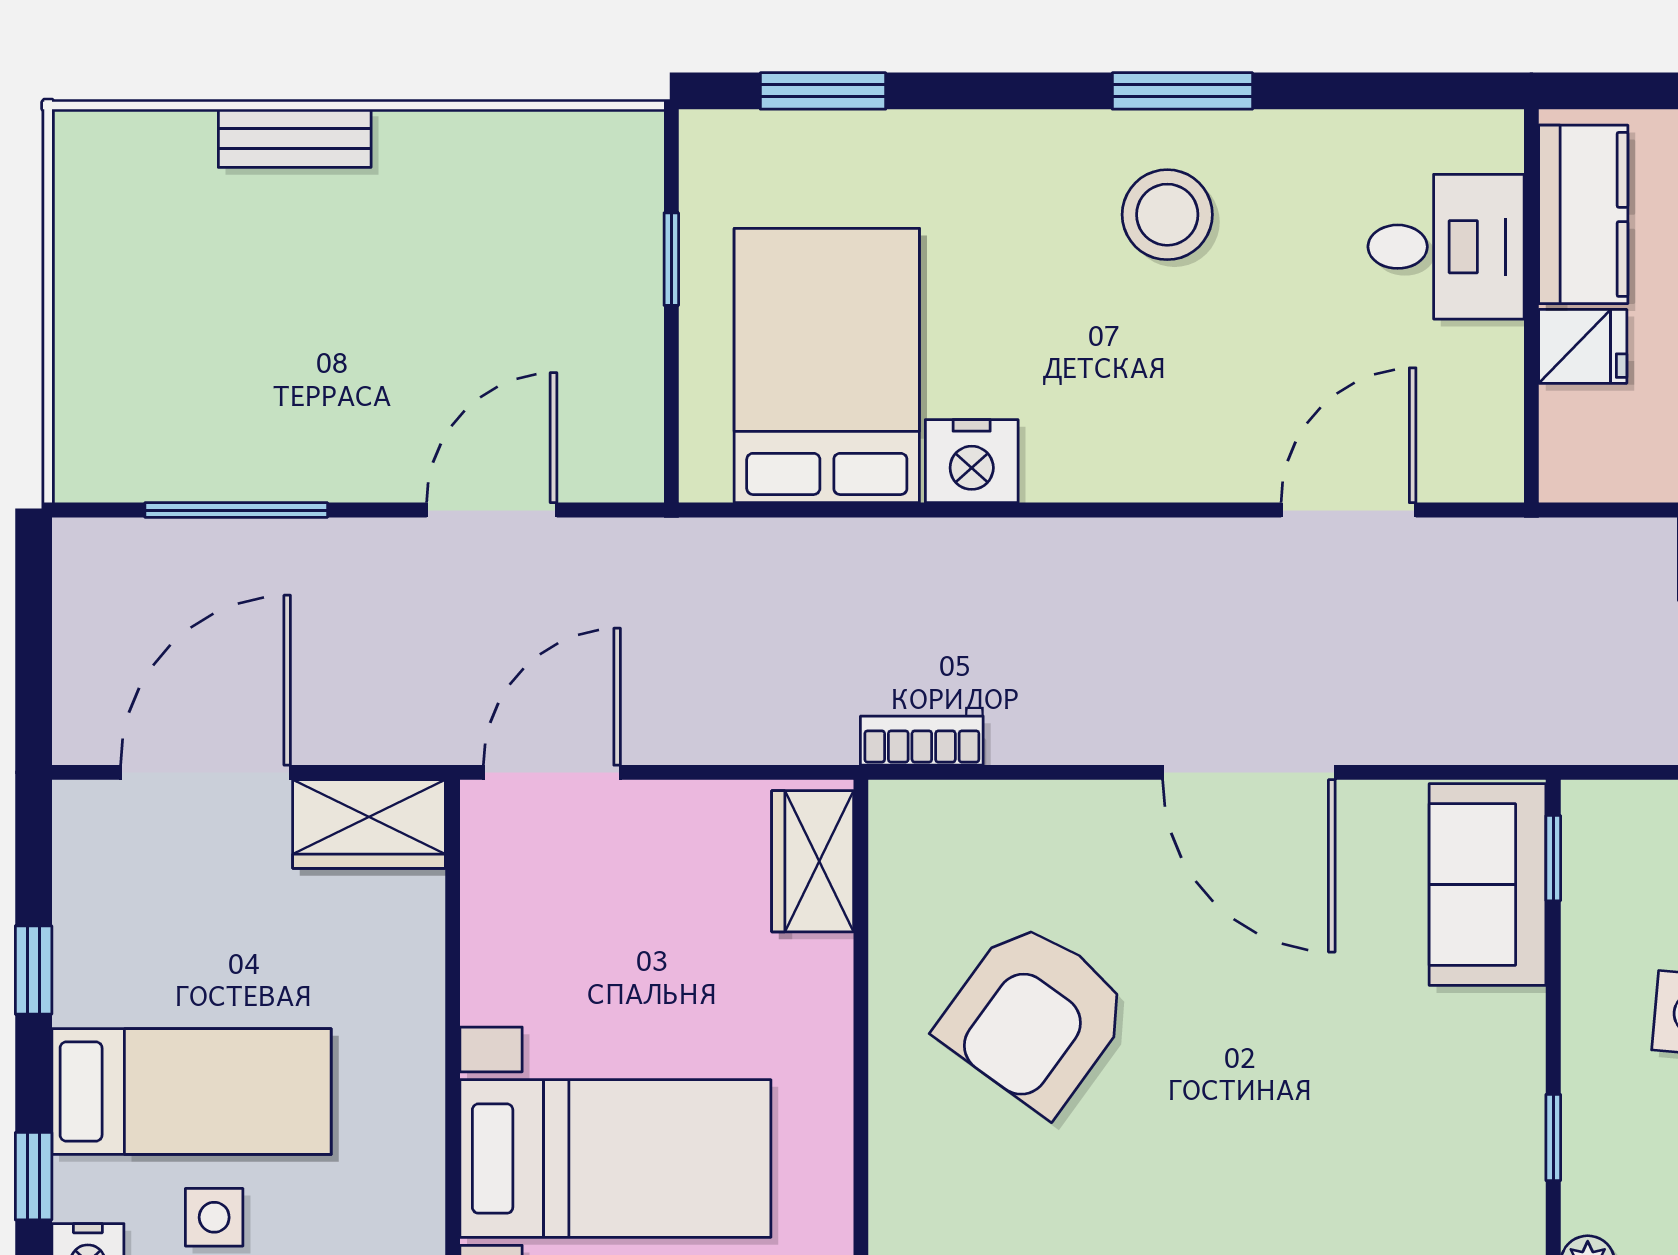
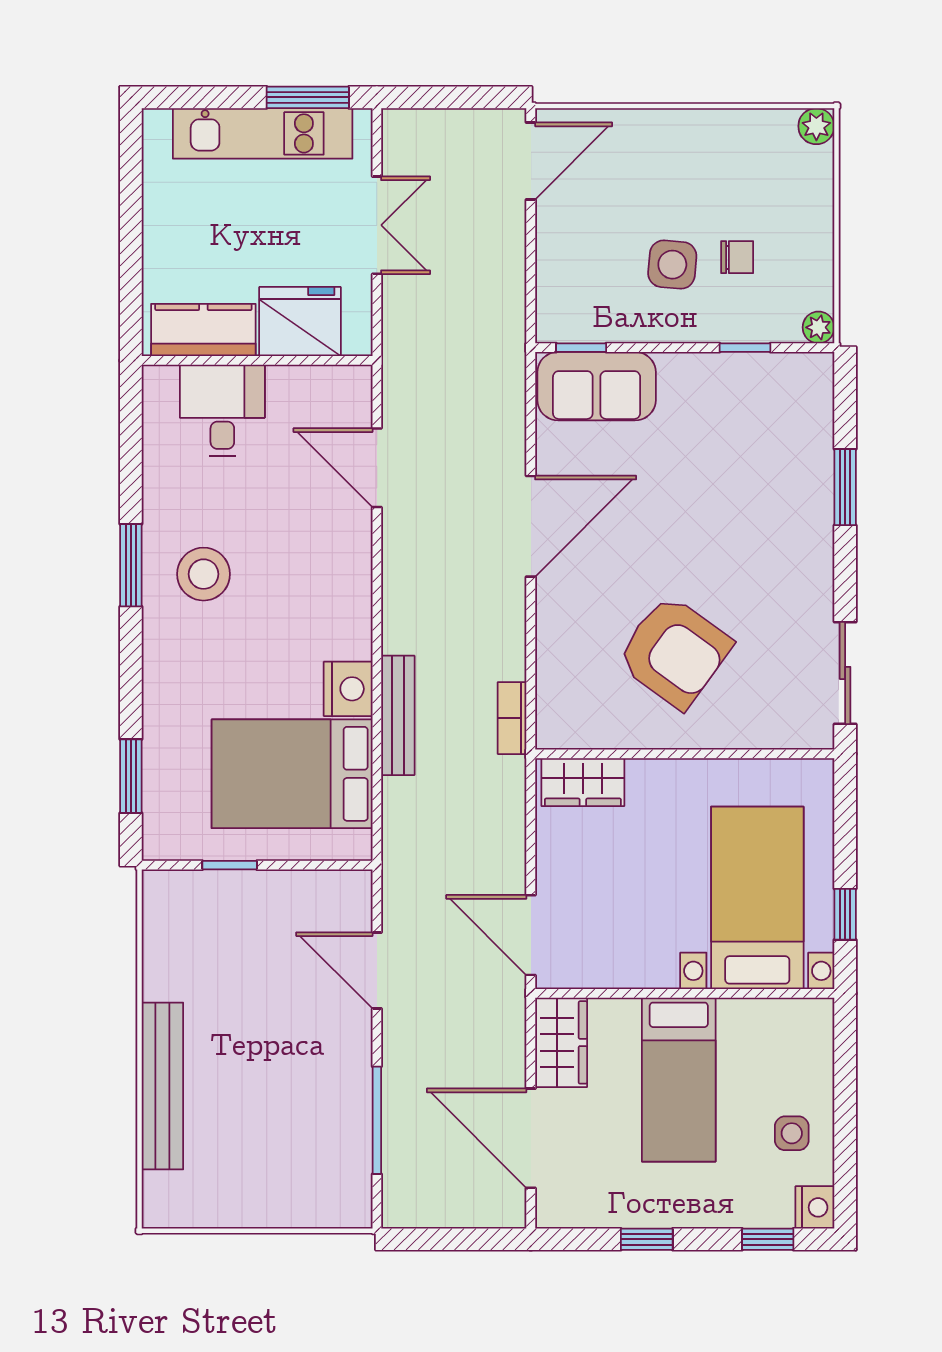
bench: (295, 138) -> (162, 1086), width x1.86, depth x1.21
fridge: (1583, 346) -> (300, 322), width x1.88, depth x1.34
bench: (926, 546) -> (398, 715), added
bed: (191, 1092) -> (679, 1080), moved, turned 180

